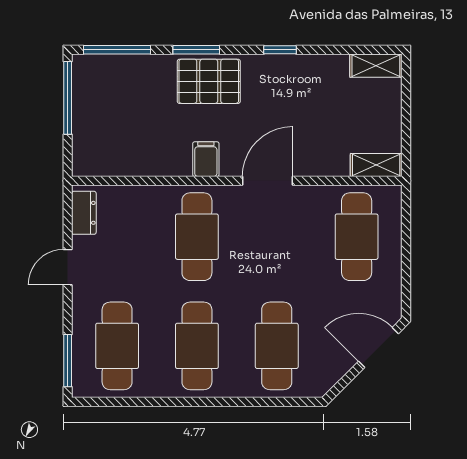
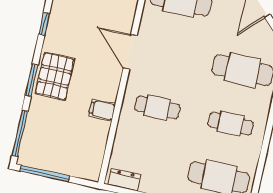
filing cabinet: (206, 159) -> (102, 110), moved
cafe table: (197, 237) -> (157, 107), width x0.73, depth x0.74
cafe table: (197, 346) -> (231, 124), width x0.73, depth x0.74

